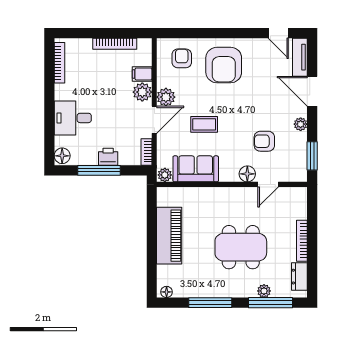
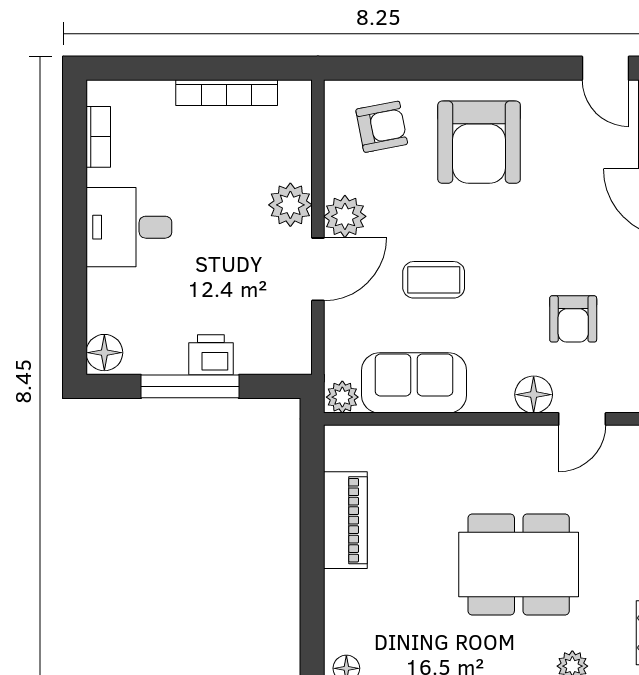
armchair: (182, 58) -> (382, 127), turned 79
bookcase: (60, 63) -> (98, 137), width x0.64
filing cabinet: (142, 74) -> (290, 163), removed
desk: (73, 118) -> (129, 227), moved
armchair: (264, 141) -> (573, 319), turned -90
bookcase: (146, 152) -> (300, 344), removed
piano: (169, 236) -> (345, 520), width x0.73, depth x0.75

